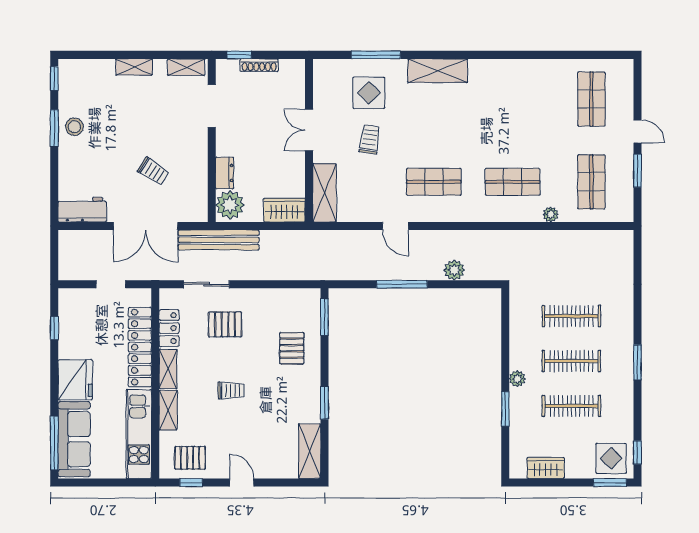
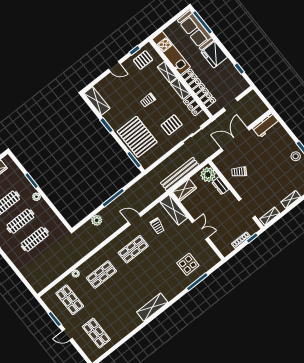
shelving: (438, 71) -> (152, 307), moved
trolley: (370, 139) -> (157, 226), moved
trolley: (153, 171) -> (239, 172), moved
bench: (219, 240) -> (180, 174), moved
pallet: (292, 348) -> (137, 137), width x2.05, depth x2.00

